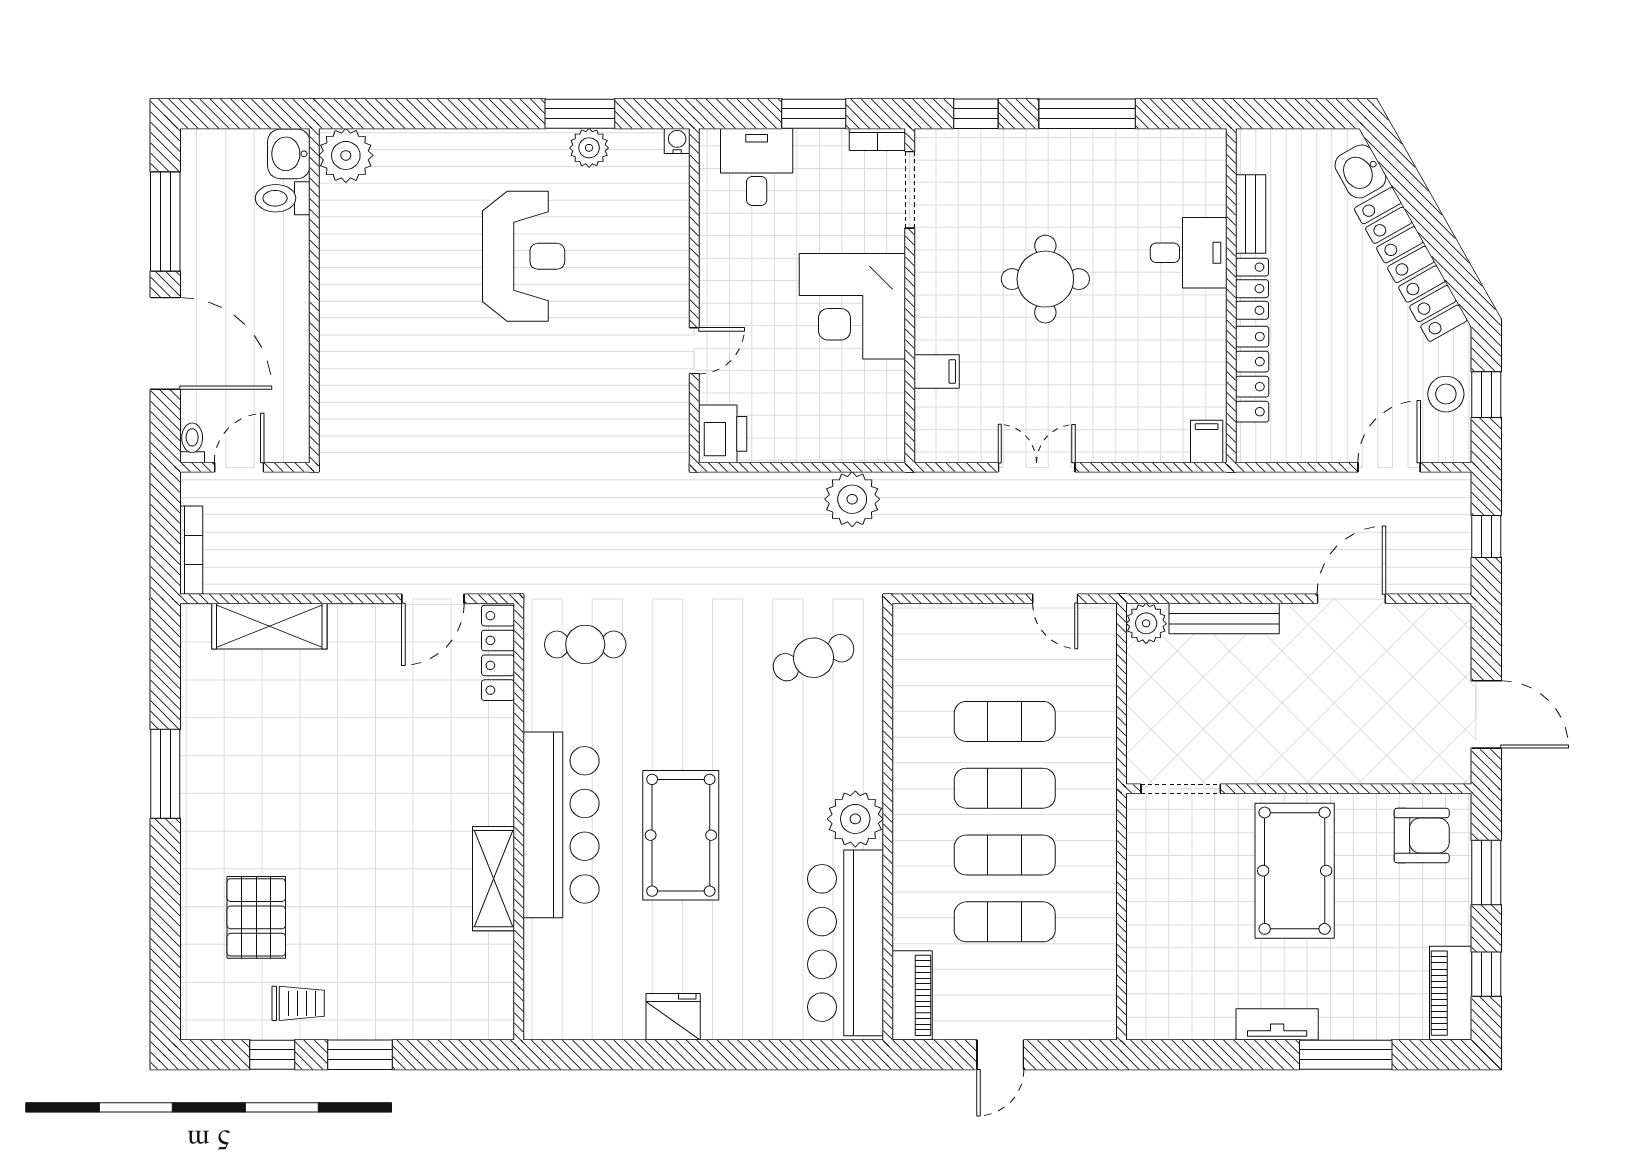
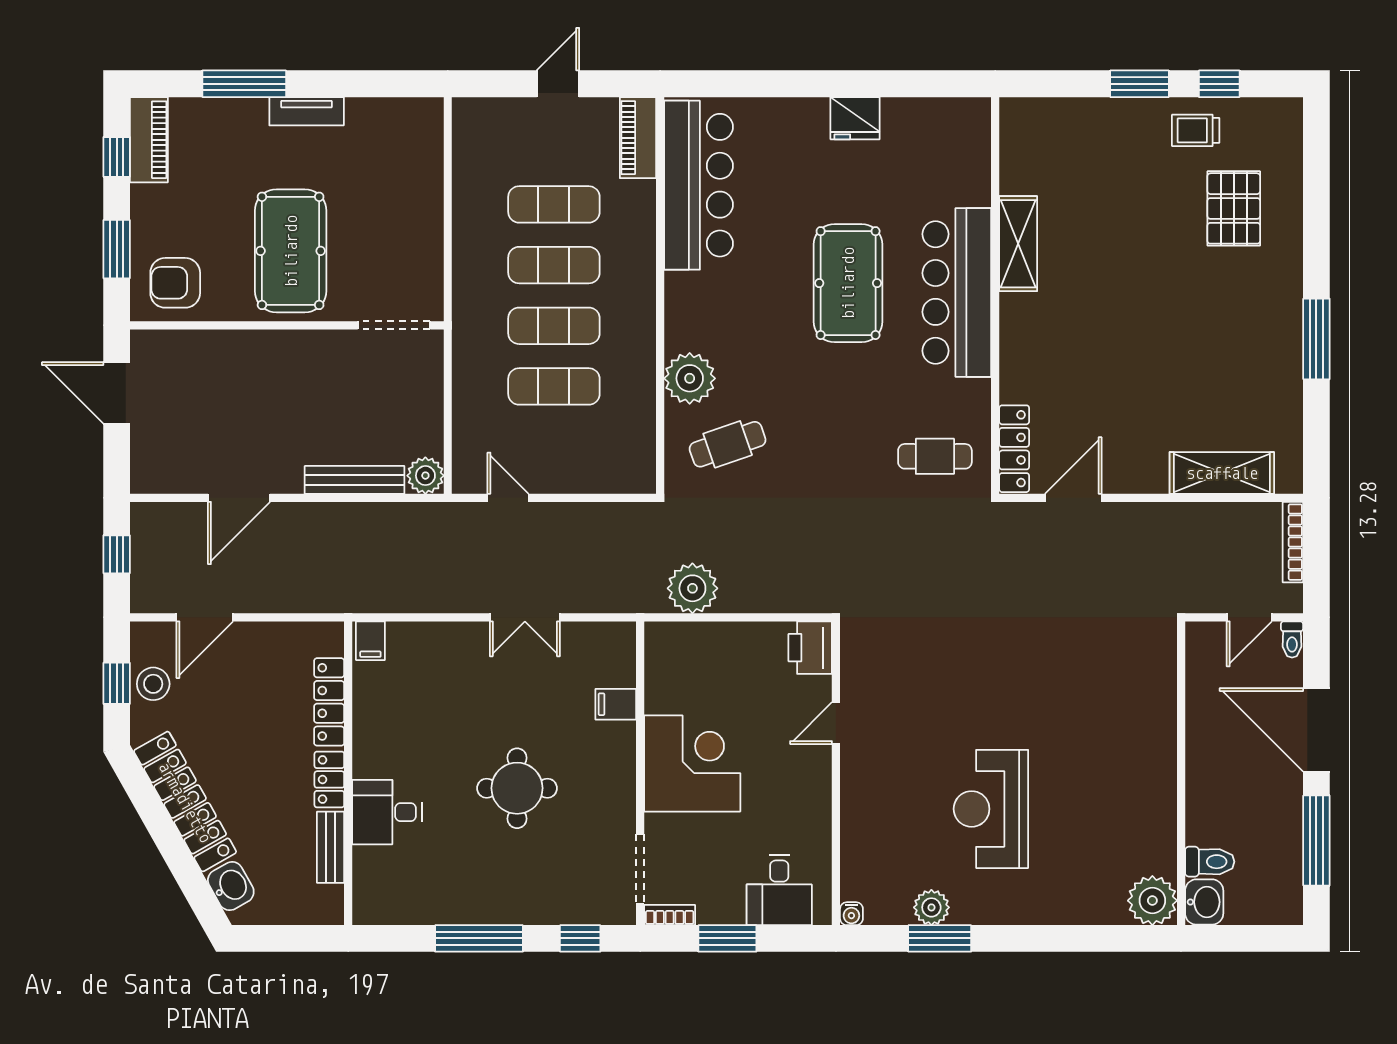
plant: (855, 819) -> (690, 378), moved

